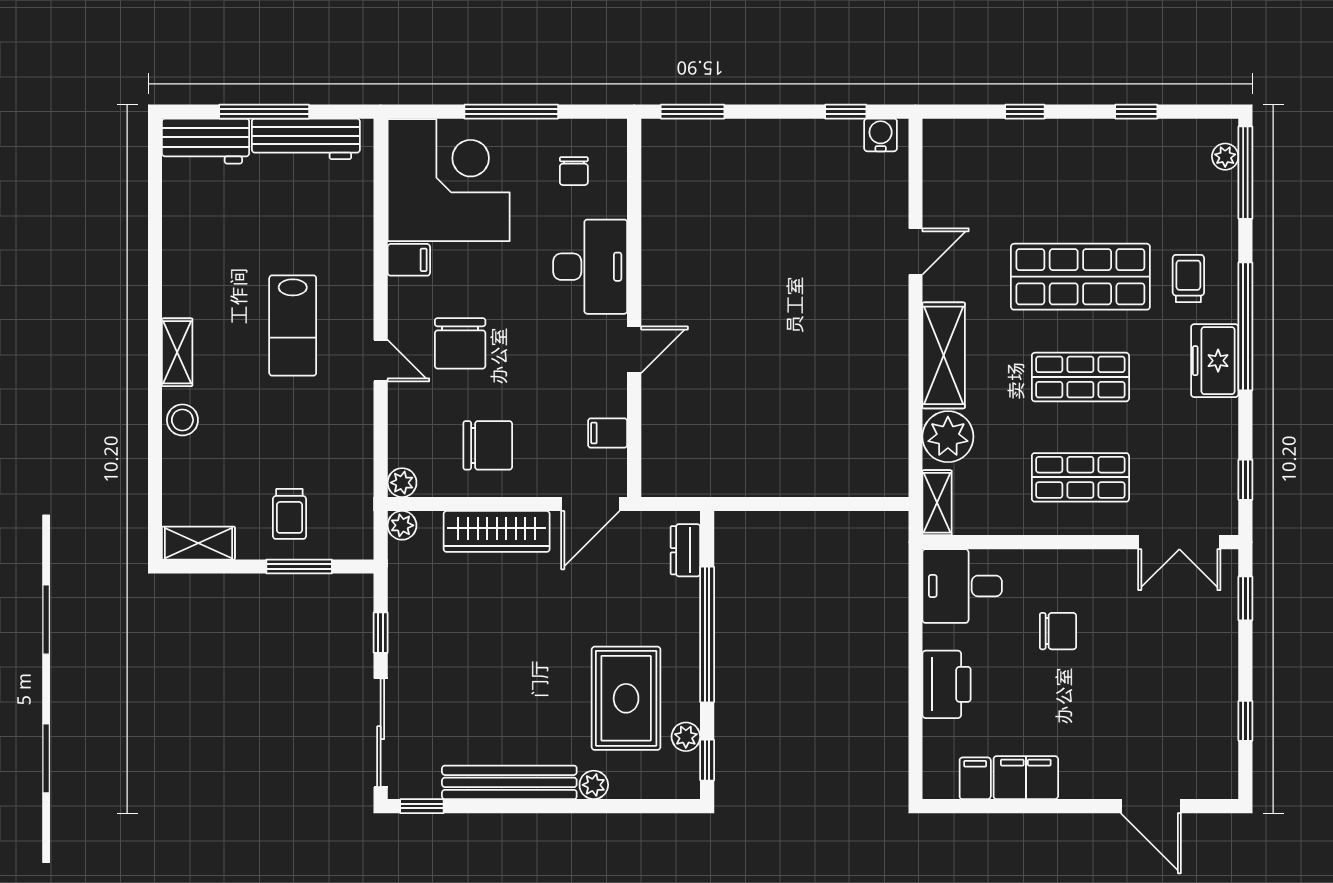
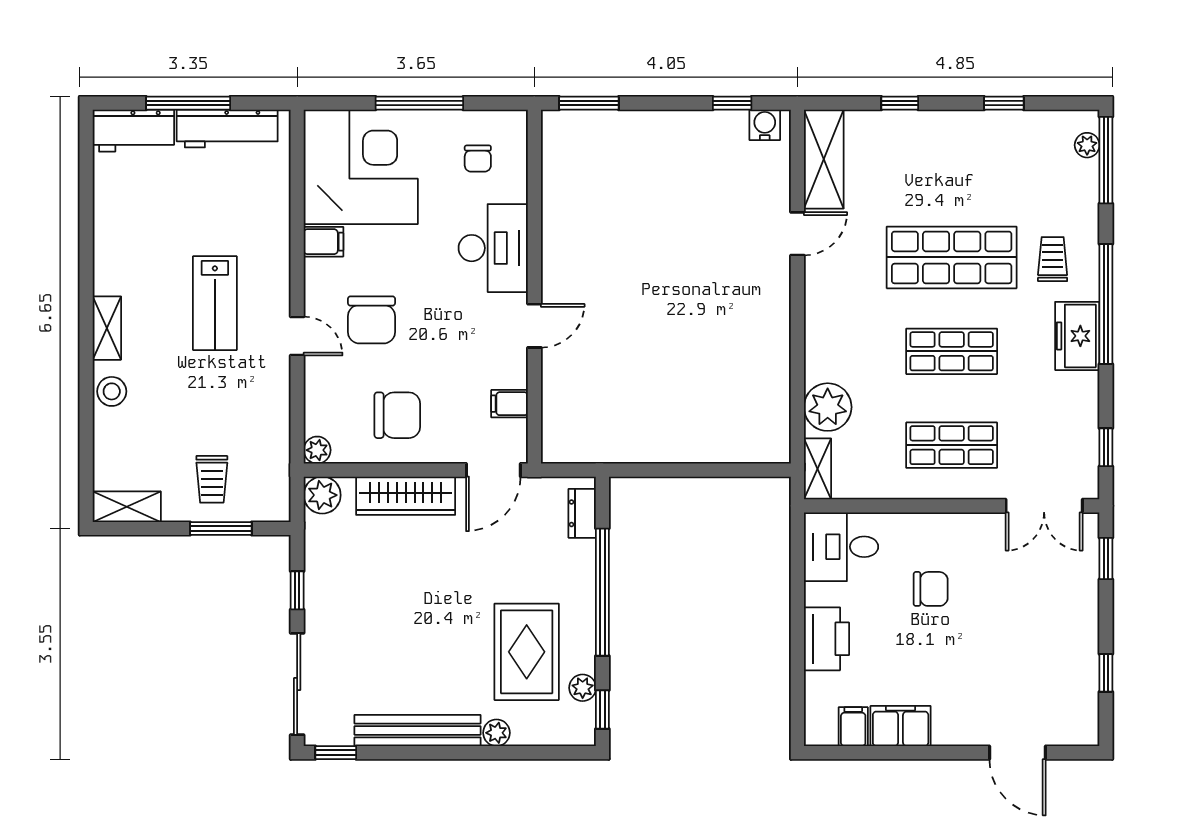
shelving: (944, 355) -> (824, 159), moved
plant: (402, 525) -> (322, 495), width x1.38, depth x1.38

